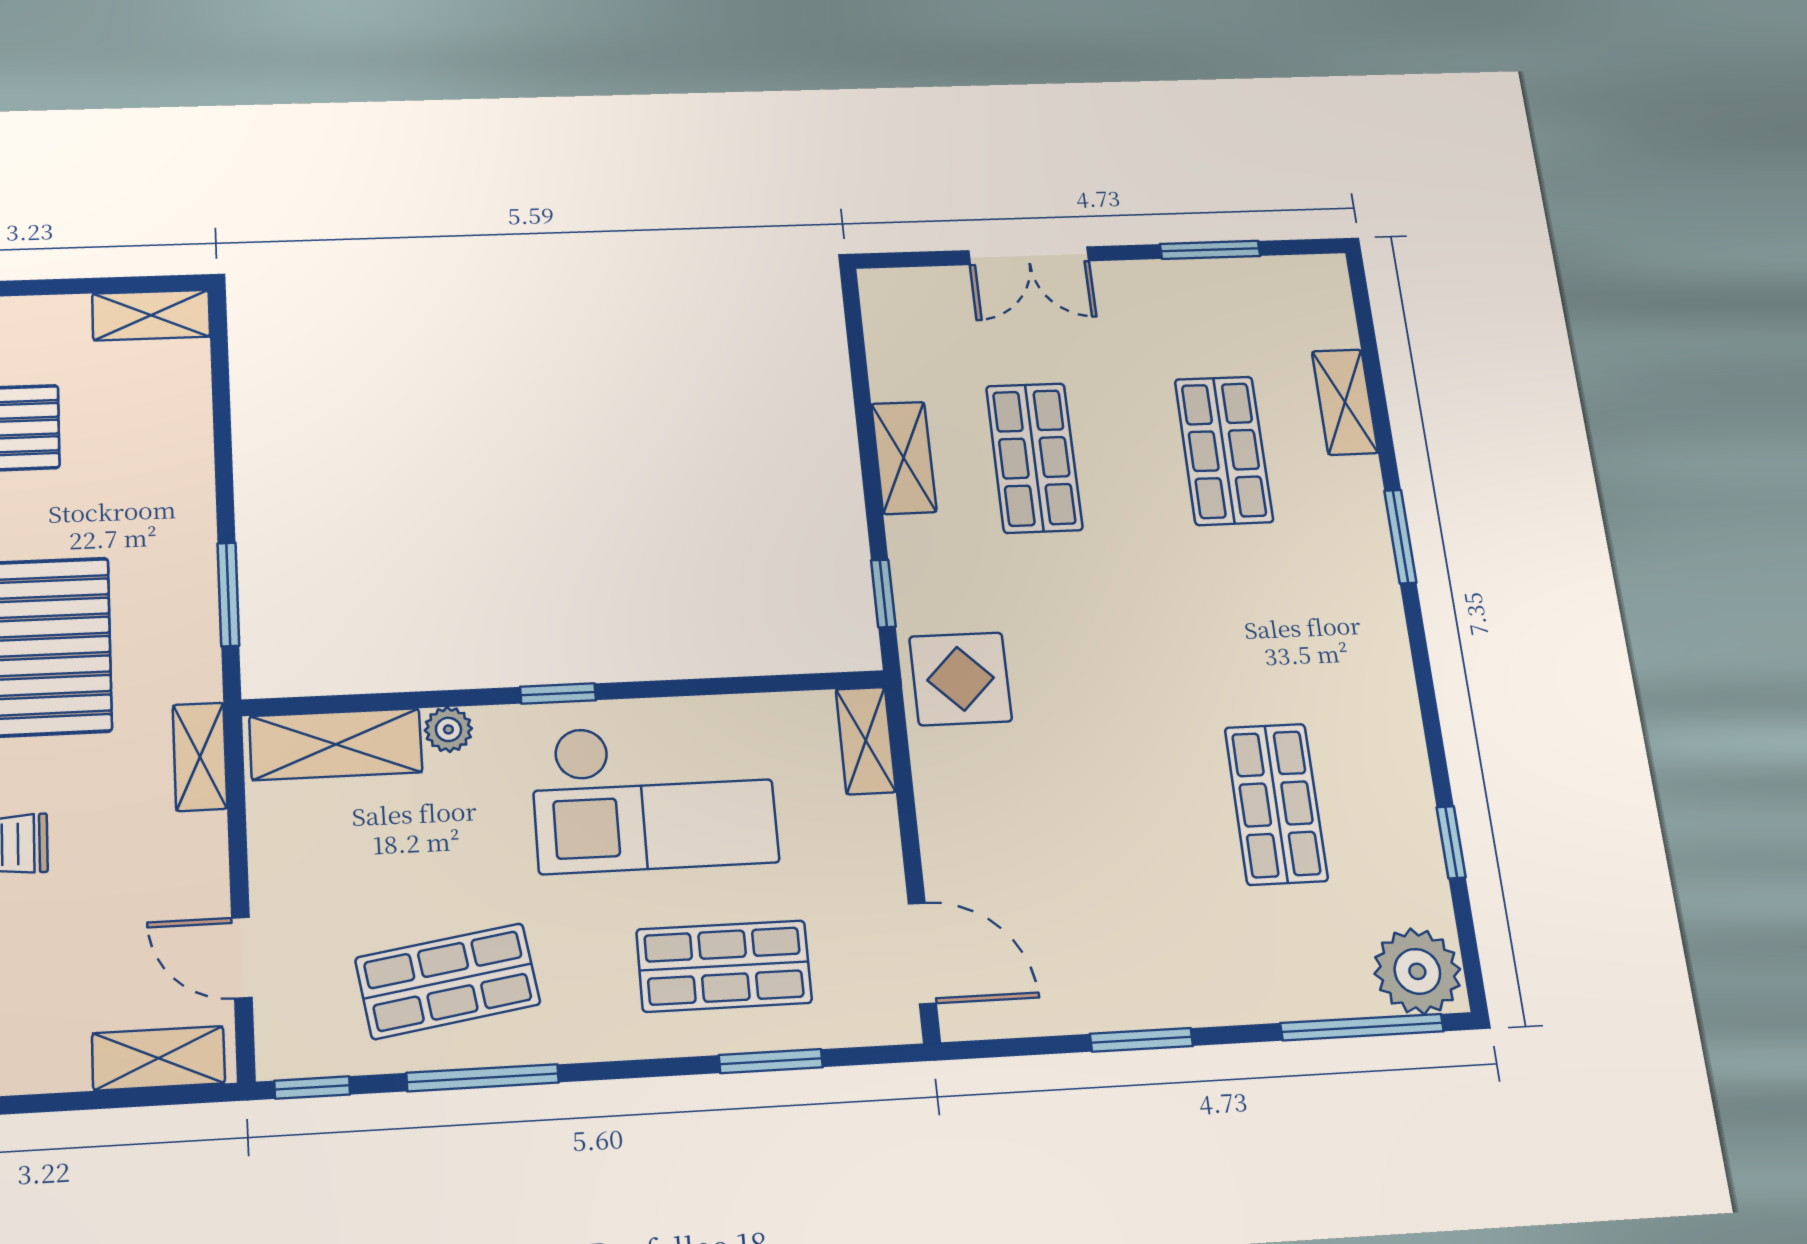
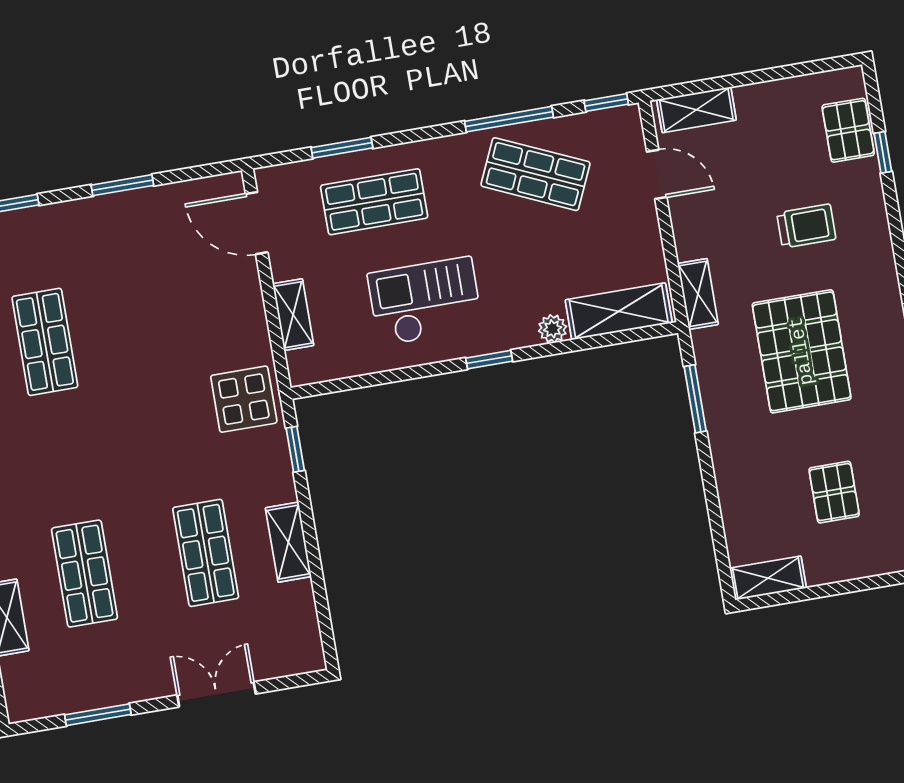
shelving: (866, 741) -> (293, 315), moved
checkout: (654, 796) -> (425, 301), width x0.73, depth x0.83
shop shelf: (448, 981) -> (536, 174), turned 33

